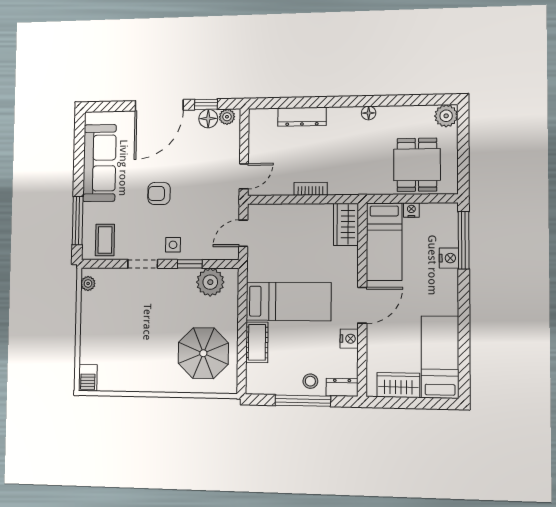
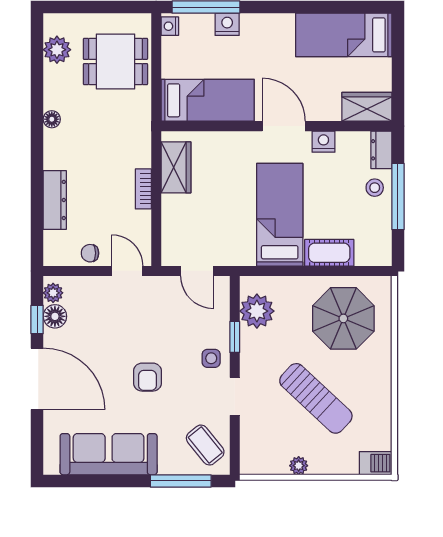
plant: (446, 116) -> (57, 50), moved
chair: (259, 146) -> (90, 253), added
nightstand: (411, 210) -> (170, 26), moved
wardrobe: (346, 224) -> (176, 167), moved, turned -90
coffee table: (105, 240) -> (205, 445), turned 51
plant: (88, 283) -> (299, 466), moved
sun lounger: (140, 330) -> (316, 398), added
wardrobe: (398, 385) -> (367, 107), moved, turned 90

